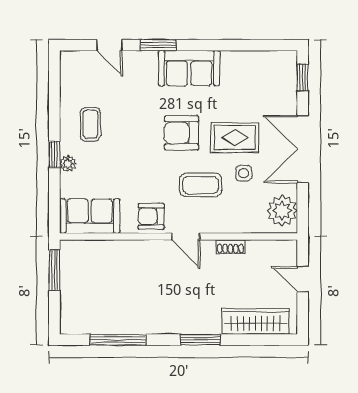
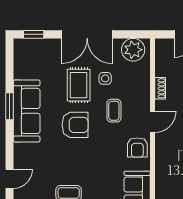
window: (158, 45) -> (9, 106), moved
sofa: (189, 68) -> (27, 111), width x1.36
armchair: (181, 133) -> (75, 125), turned -90
coffee table: (201, 185) -> (114, 111), width x0.73, depth x0.77

